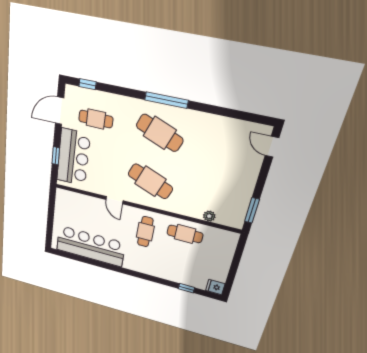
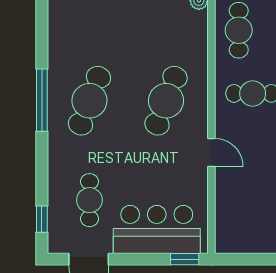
window: (56, 156) -> (185, 259), moved
door: (114, 200) -> (211, 152), hinge flipped

